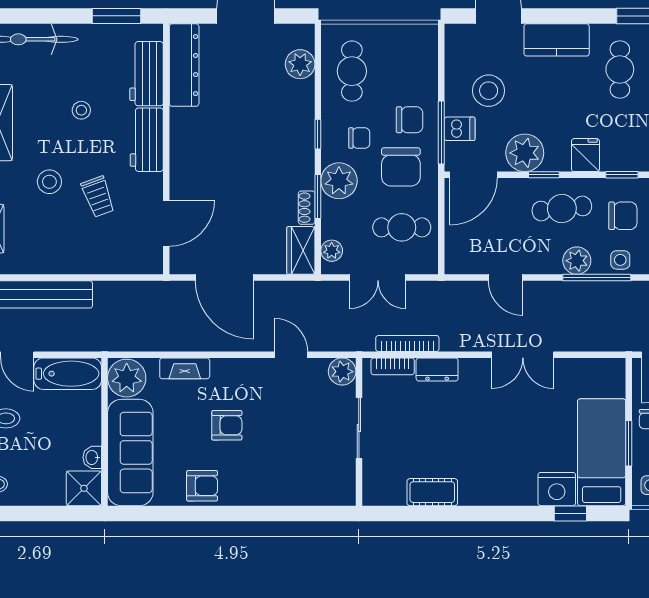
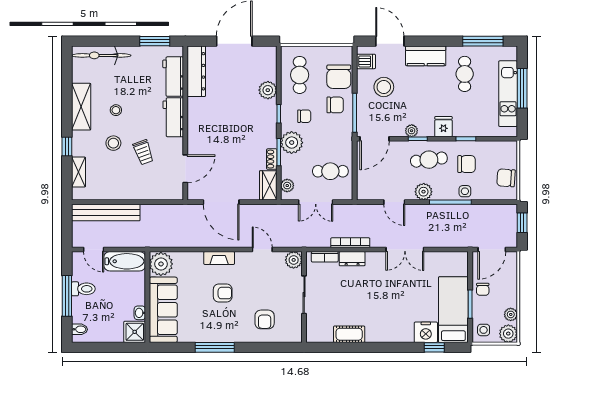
plant: (300, 64) -> (268, 90), moved
stool: (81, 110) -> (116, 110), moved
dishwasher: (460, 129) -> (366, 61), moved
plant: (525, 153) -> (412, 131), width x0.53, depth x0.53
chair: (401, 167) -> (339, 77), moved
plant: (577, 261) -> (424, 192), moved
bookcase: (407, 344) -> (350, 243), moved
fireplace: (185, 368) -> (219, 258), moved
armchair: (202, 486) -> (265, 319), moved, turned 90
window: (214, 513) -> (215, 347), added

